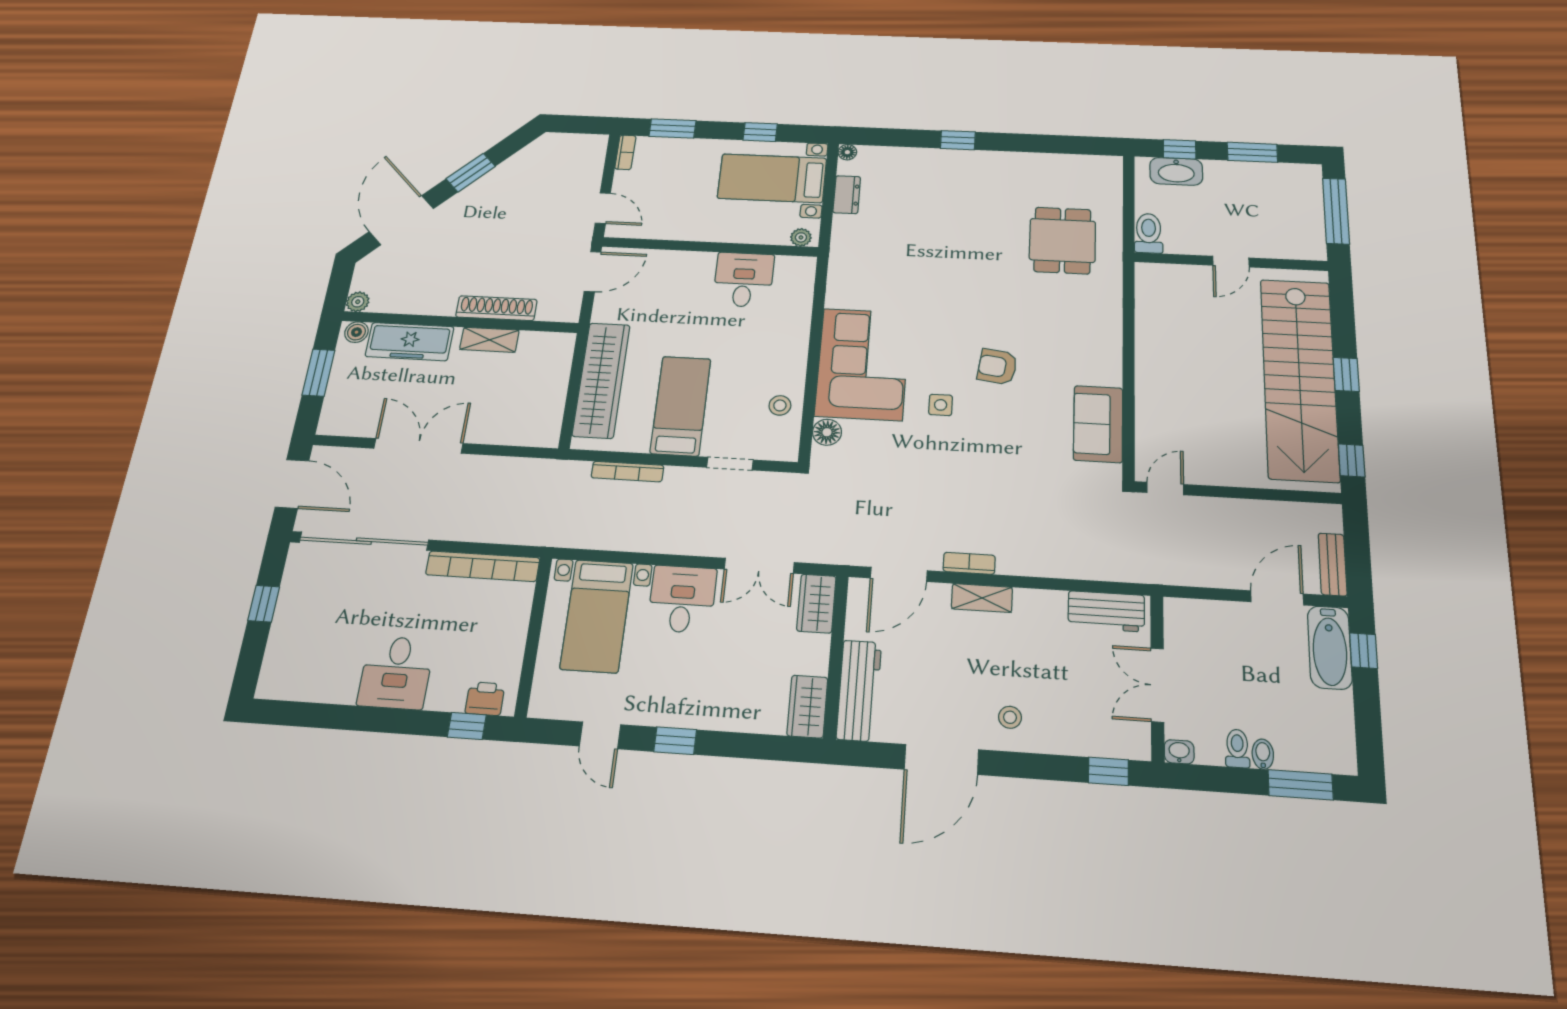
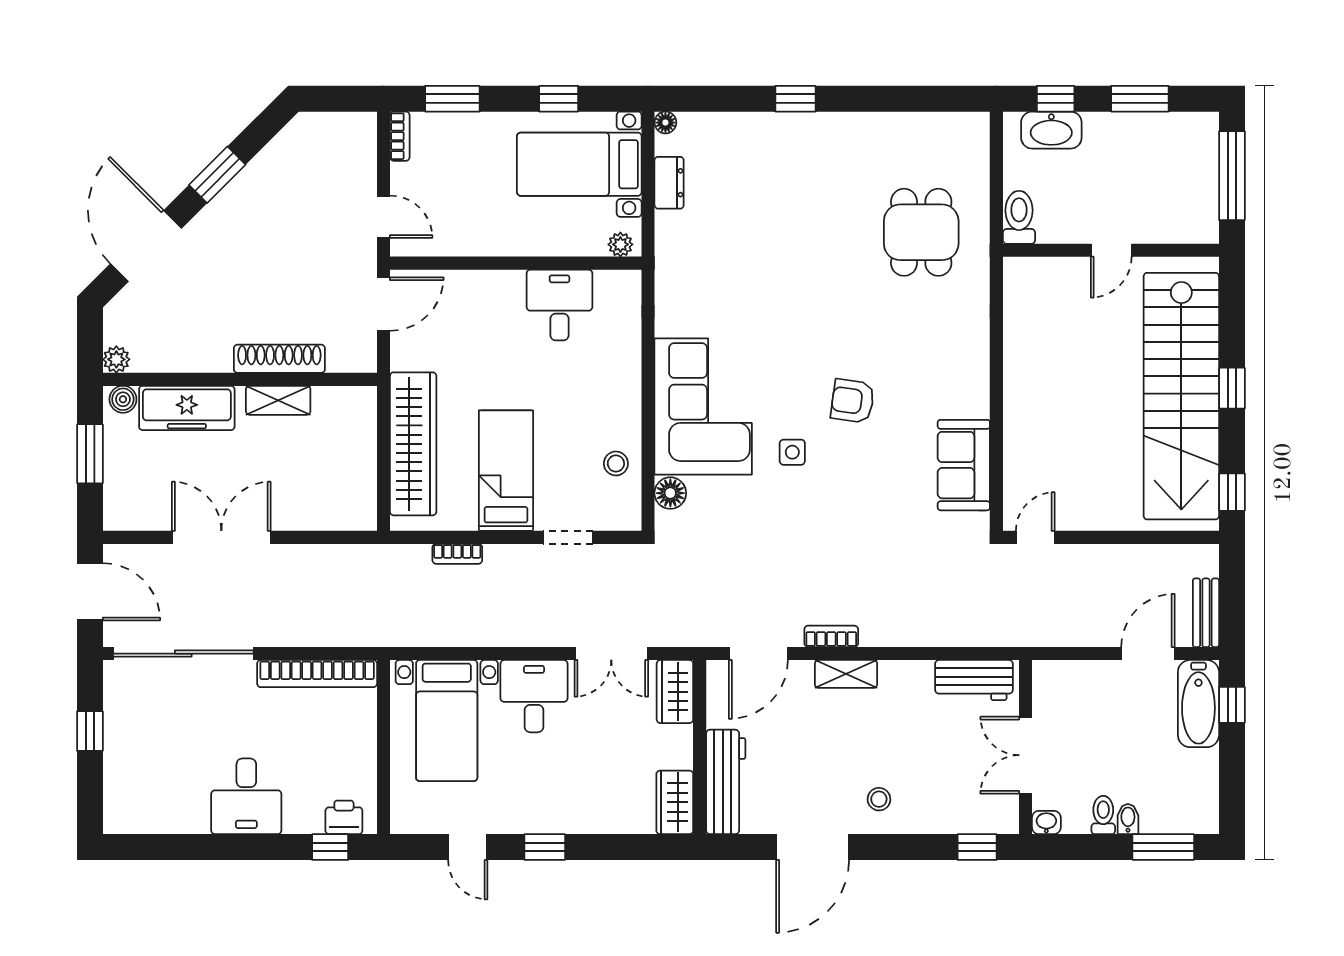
bookcase: (627, 472) -> (457, 554), width x0.64

